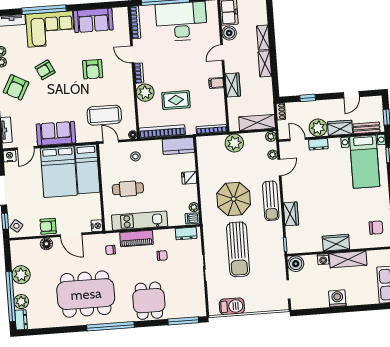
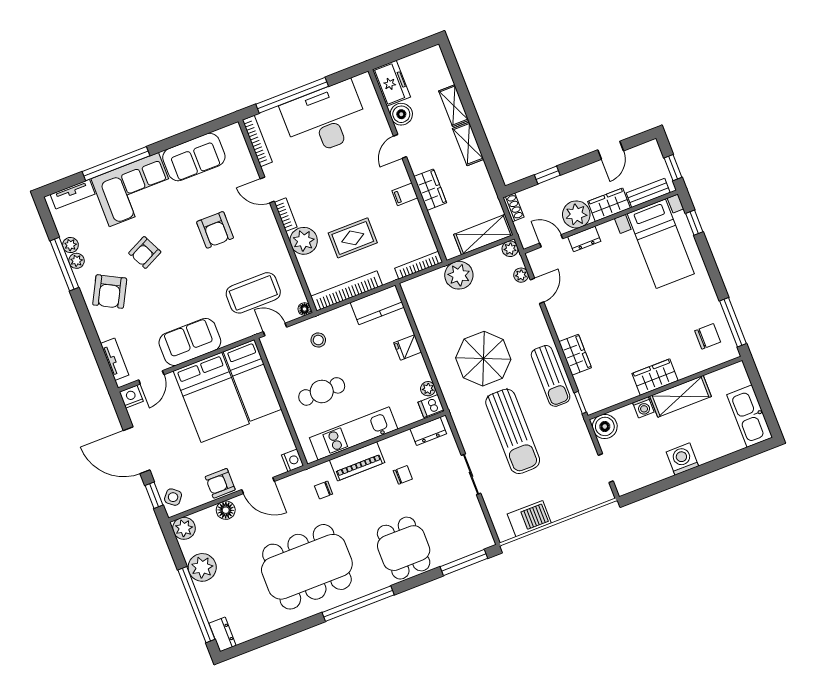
sun lounger: (271, 201) -> (551, 376), moved
plant: (21, 302) -> (184, 528), moved

